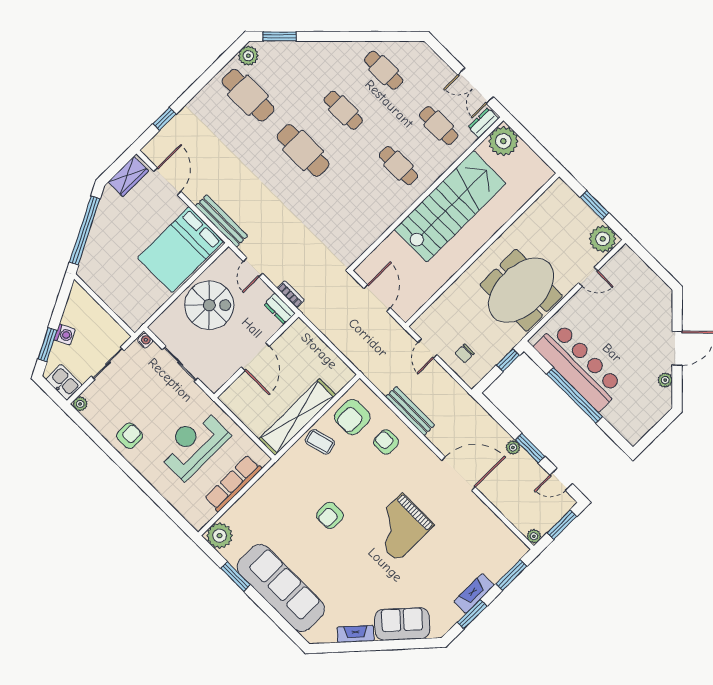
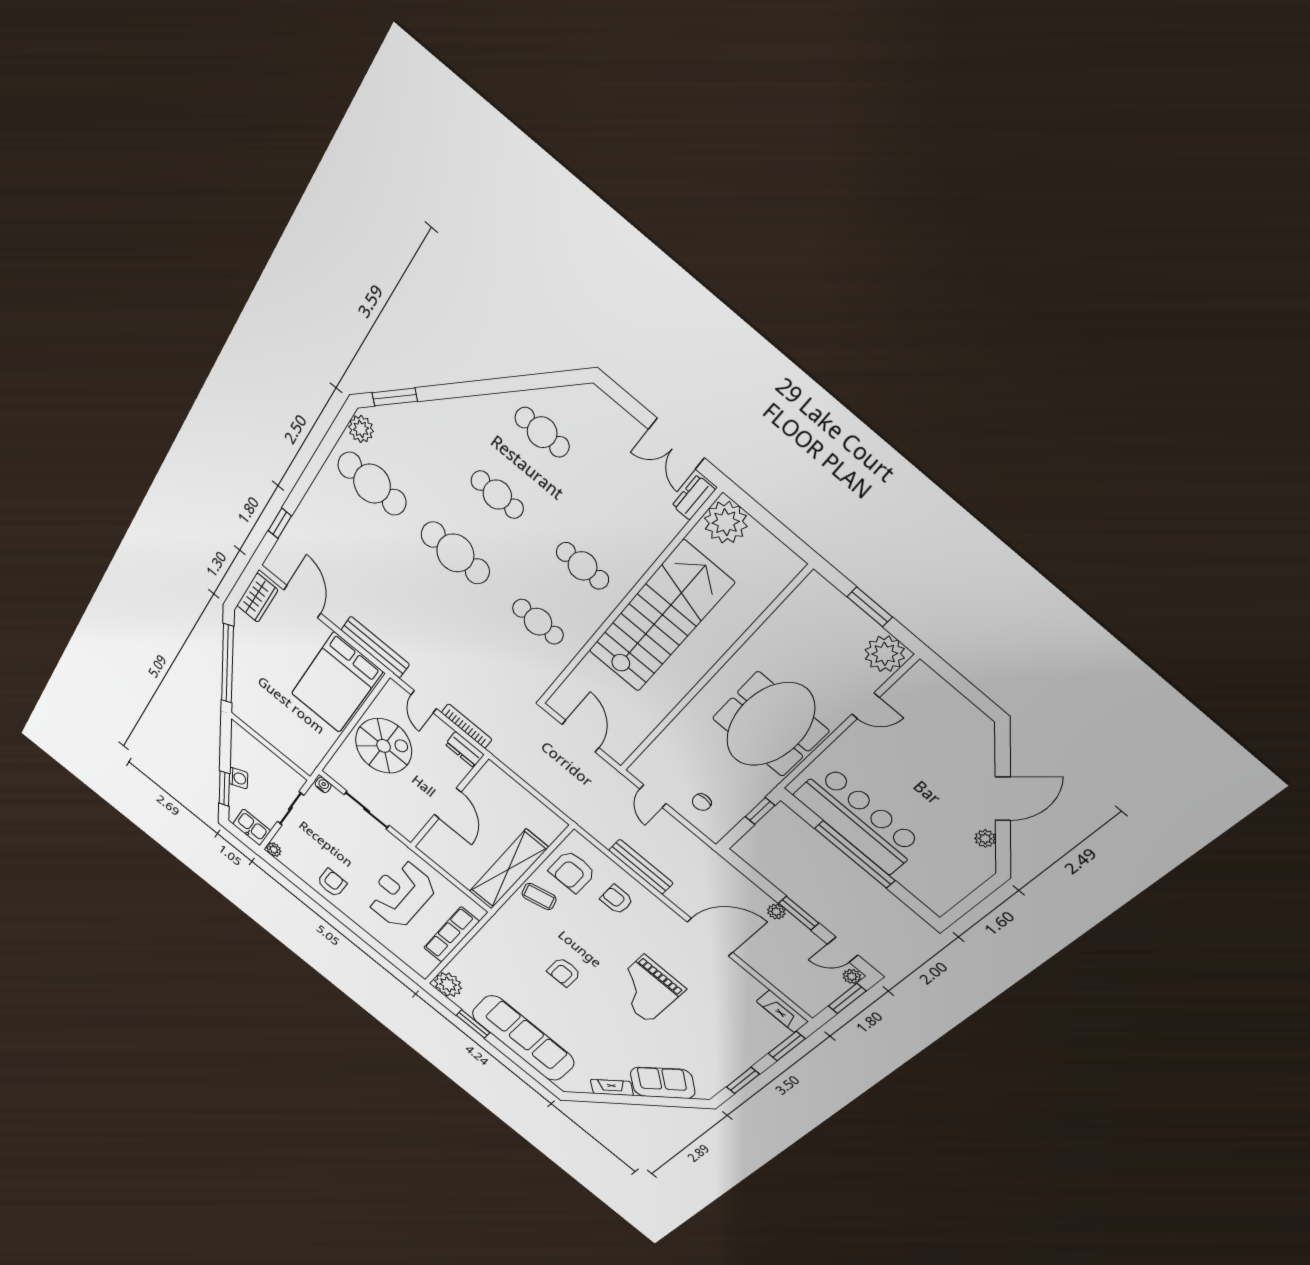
cafe table: (439, 125) -> (538, 622), moved
bookcase: (291, 294) -> (467, 726), width x1.56
plant: (534, 536) -> (852, 976), moved
fireplace: (474, 593) -> (782, 1011), moved, turned -90

